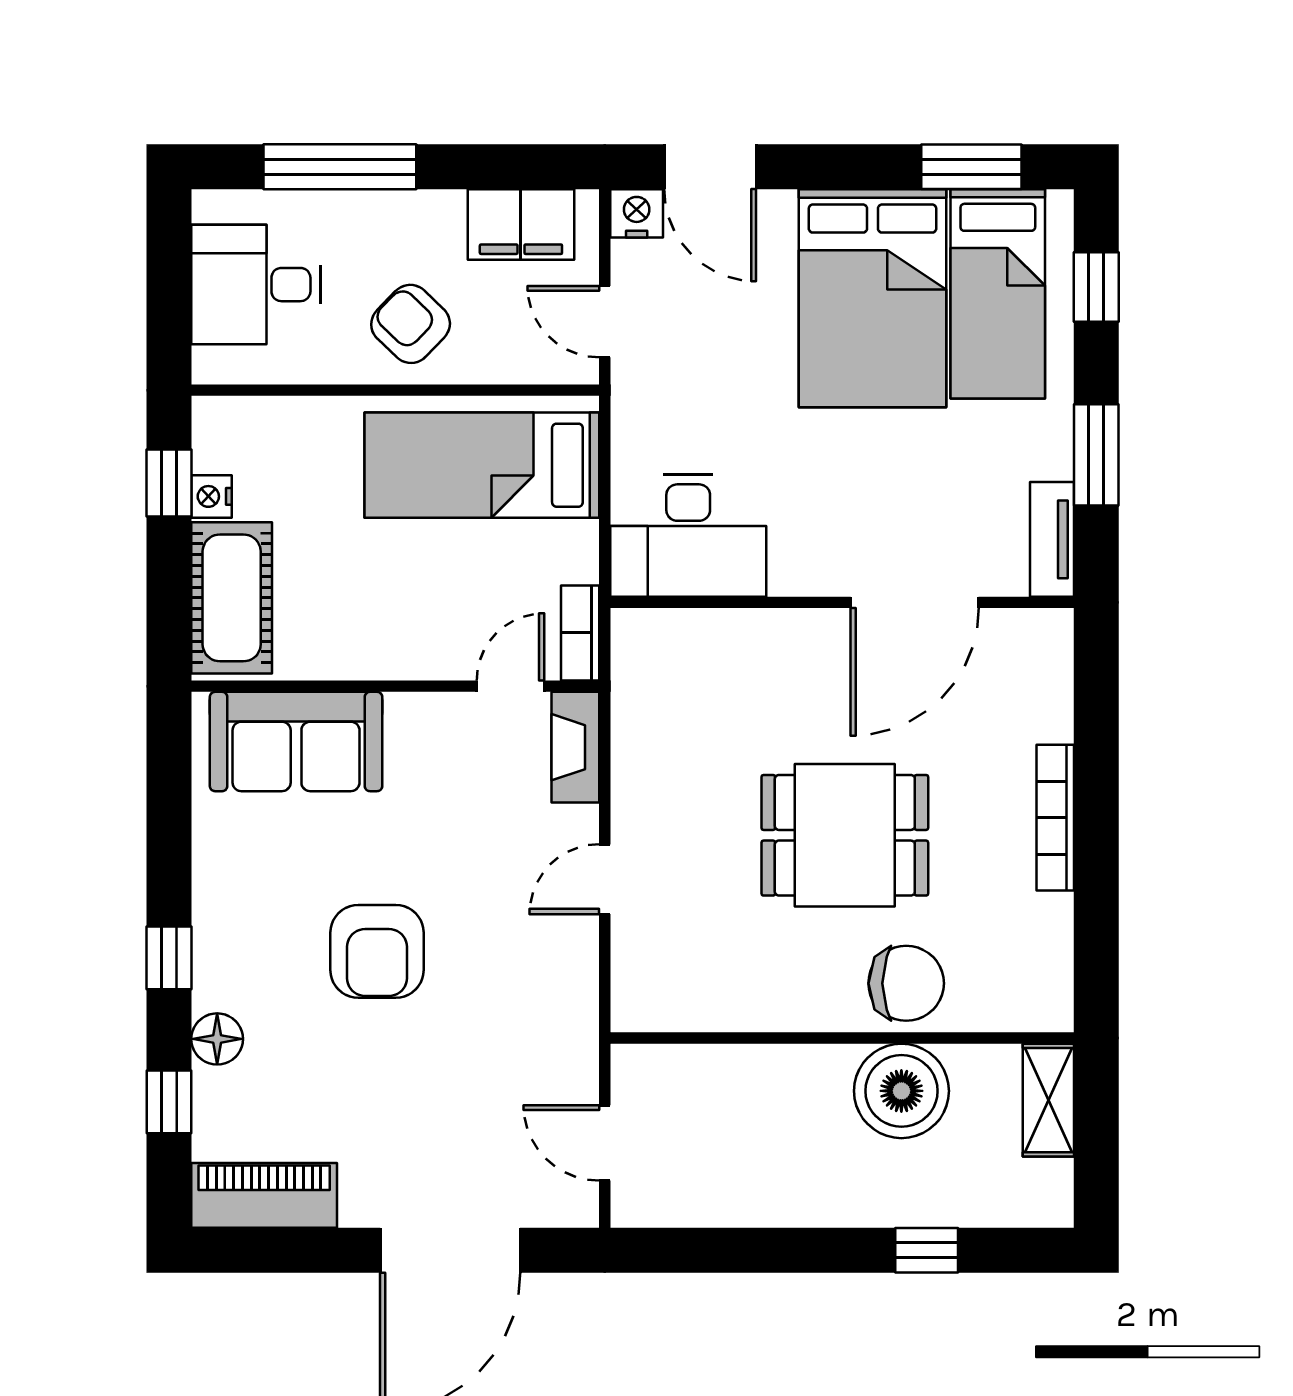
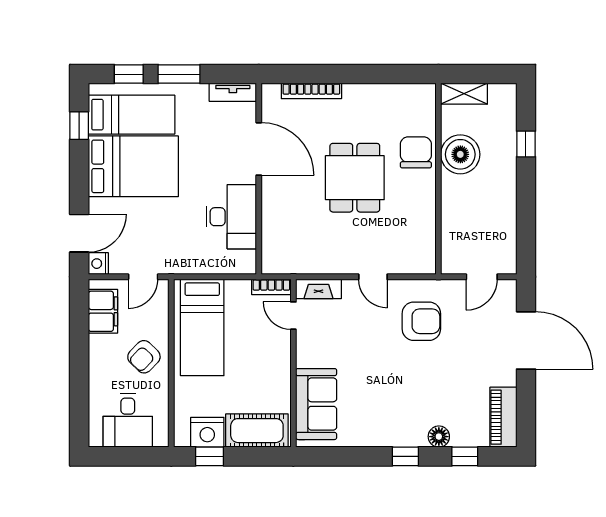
window: (340, 167) -> (79, 386), removed
window: (971, 167) -> (79, 126), width x0.67
window: (1096, 455) -> (179, 74), moved
nightstand: (212, 496) -> (207, 432), width x1.89, depth x1.79
desk: (688, 536) -> (231, 217), moved
bookcase: (1055, 818) -> (311, 91), moved
armchair: (377, 951) -> (421, 321), moved

